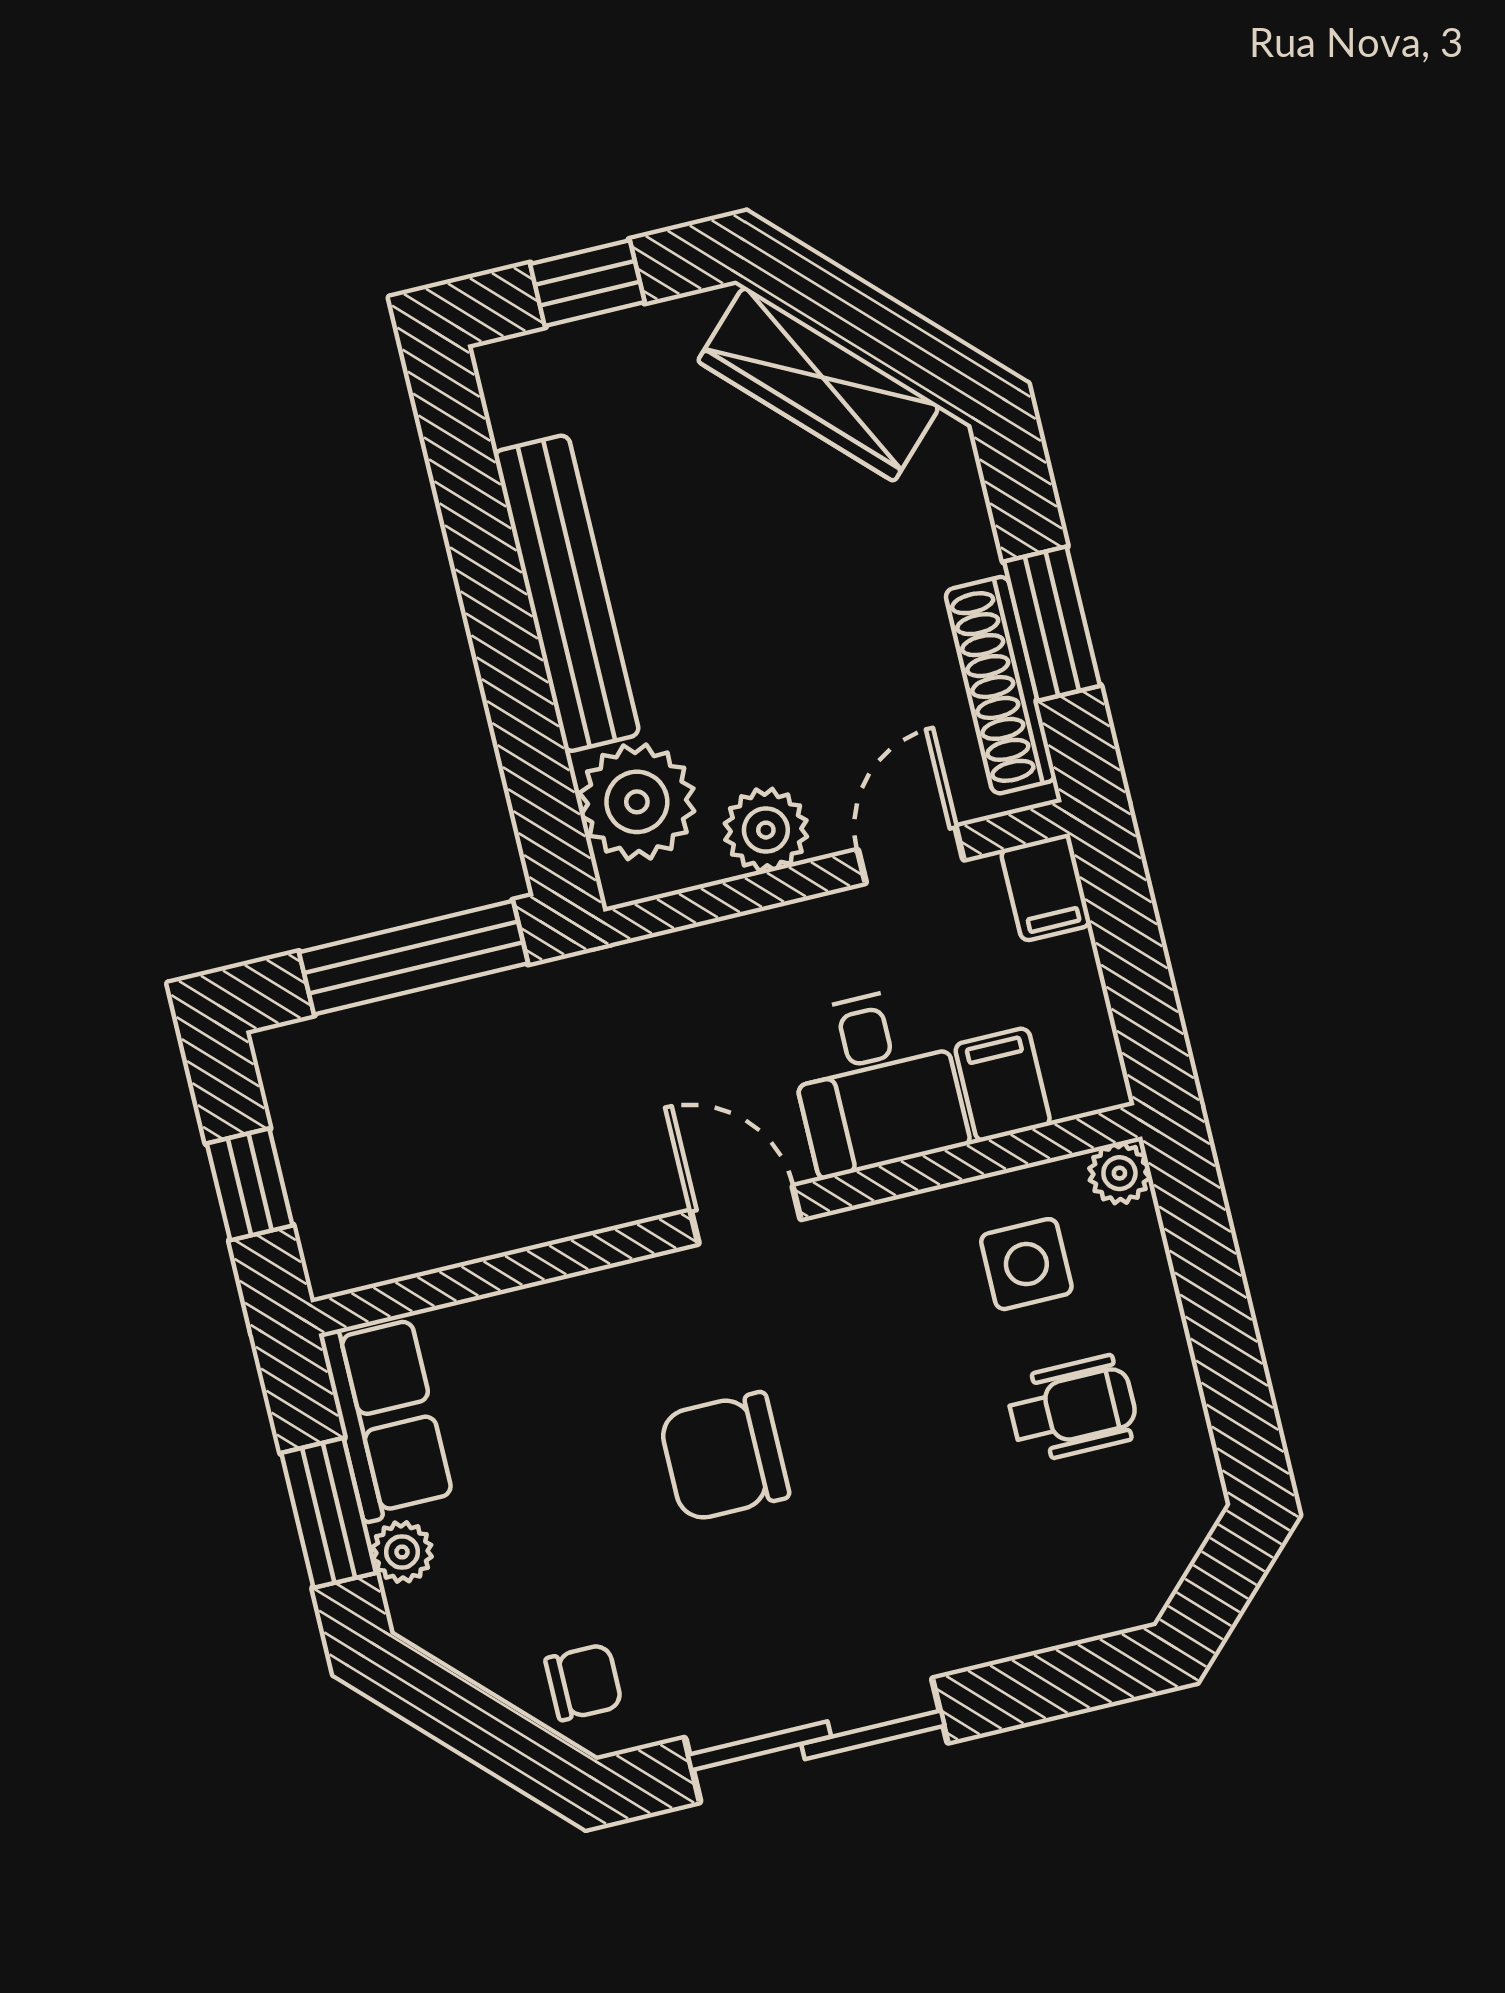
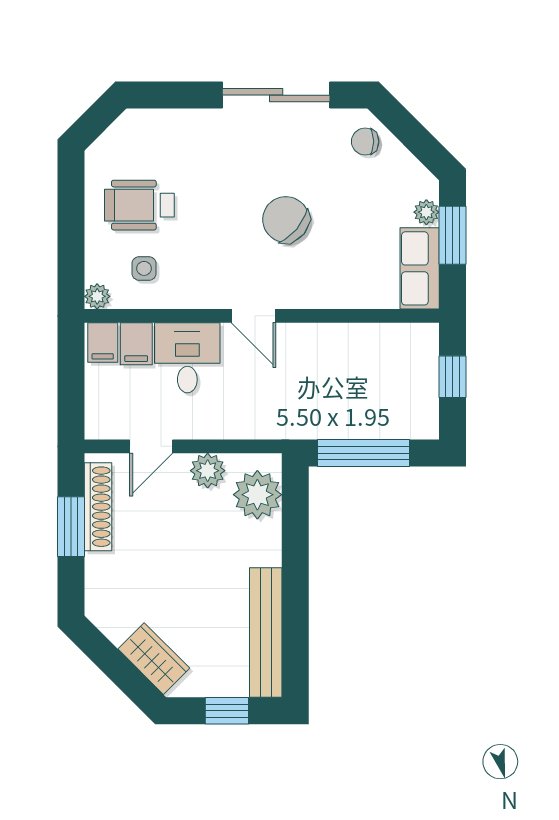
wardrobe: (819, 384) -> (154, 659), width x0.67
bench: (566, 593) -> (266, 633), moved
filing cabinet: (1046, 888) -> (103, 342), moved, turned 180
side table: (1026, 1264) -> (144, 268), width x0.73, depth x0.73
wheelchair: (1072, 1409) -> (139, 205), width x1.36, depth x1.37
chair: (724, 1457) -> (286, 220), turned -140

